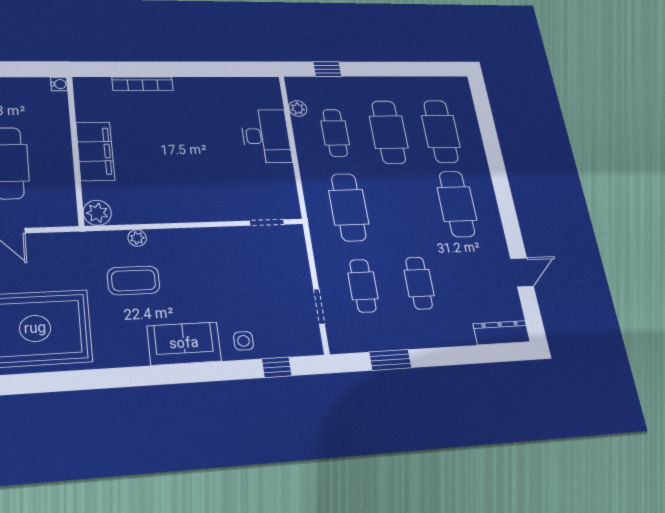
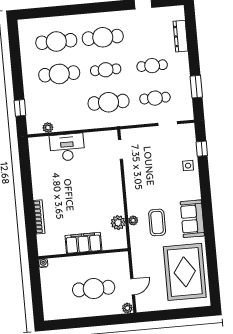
cafe table: (335, 133) -> (106, 70), moved
plant: (97, 213) -> (118, 223), moved
dresser: (502, 333) -> (180, 36), moved
sofa: (184, 343) -> (192, 219), moved

